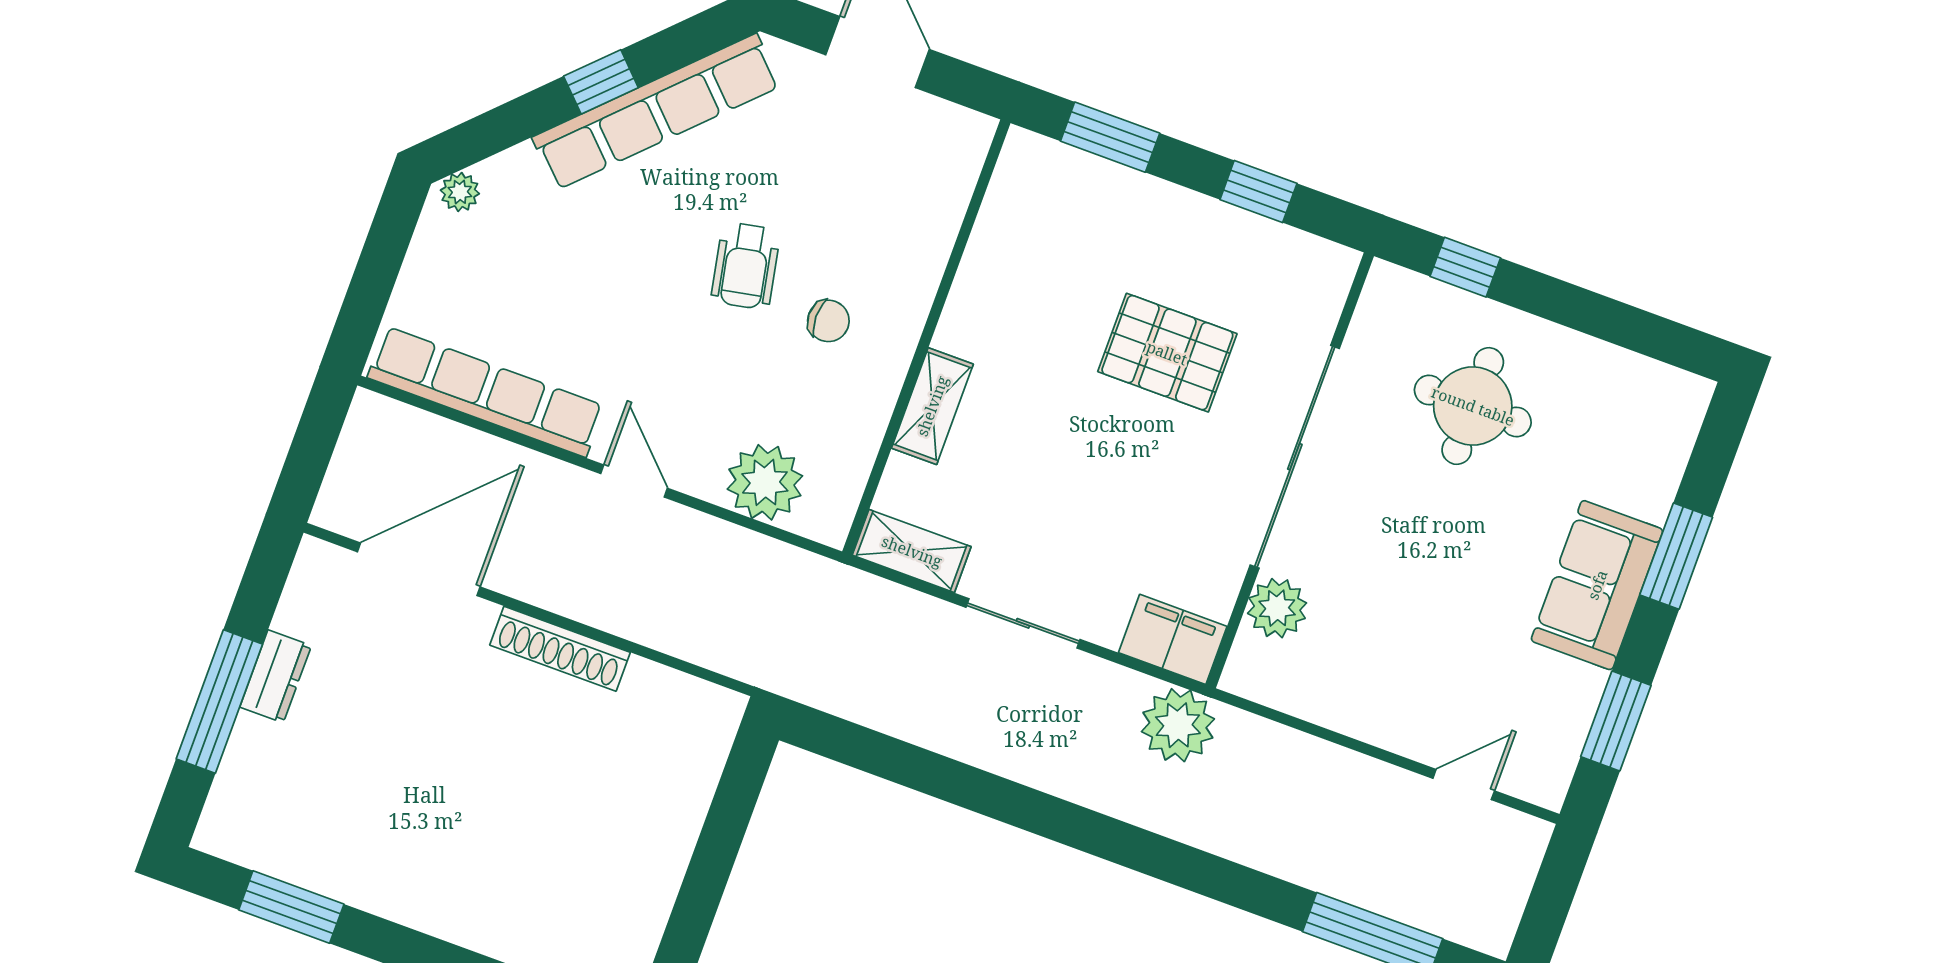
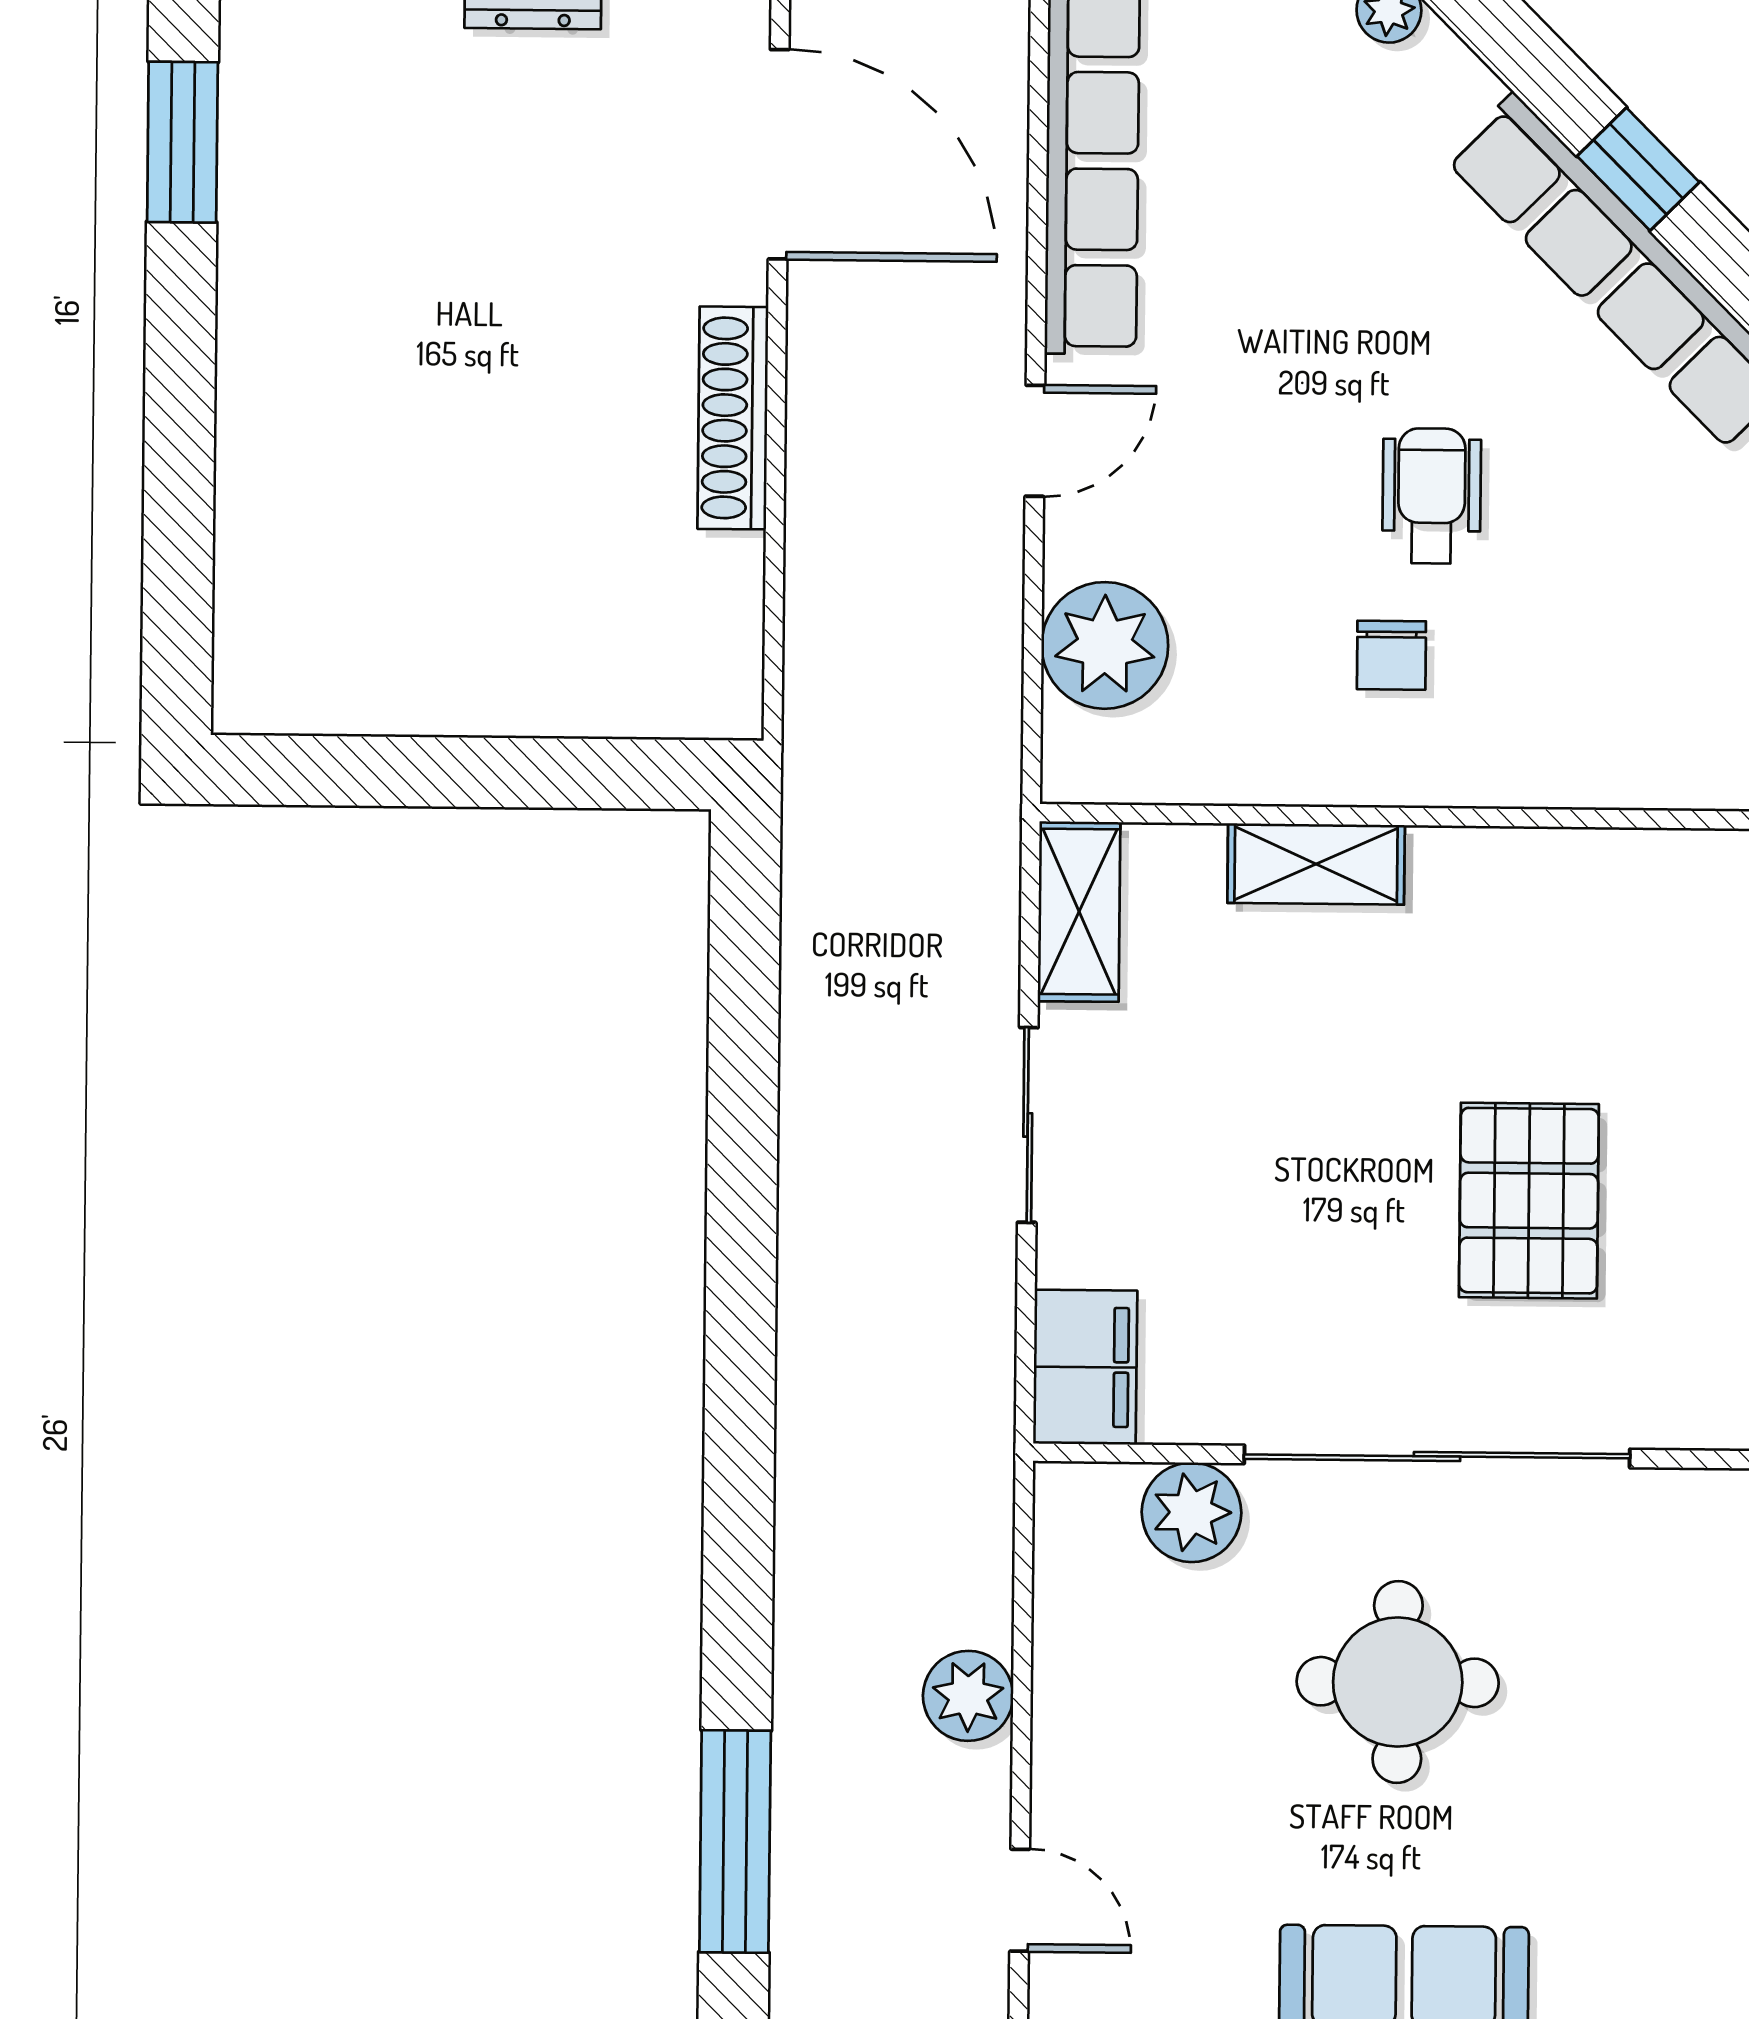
wheelchair: (746, 266) -> (1432, 496), turned 101
round table: (1473, 406) -> (1398, 1682), moved
plant: (1178, 725) -> (968, 1696), moved, width x0.73, depth x0.73

